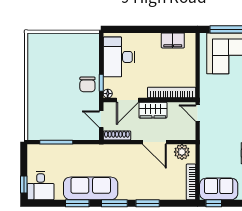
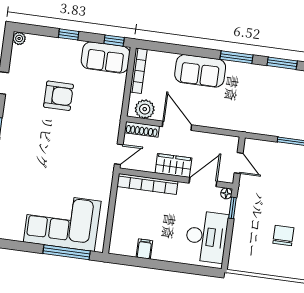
filing cabinet: (173, 40) -> (144, 249), width x0.50
chair: (87, 84) -> (283, 235), moved
door: (198, 113) -> (119, 154), hinge flipped
shoe rack: (117, 135) -> (142, 129), moved
sofa: (91, 188) -> (200, 71), moved, width x0.73
window: (148, 203) -> (196, 52), removed

